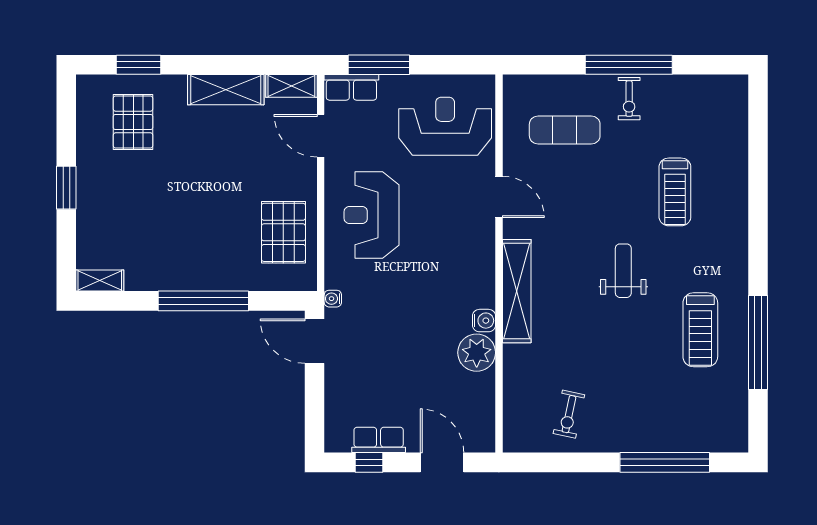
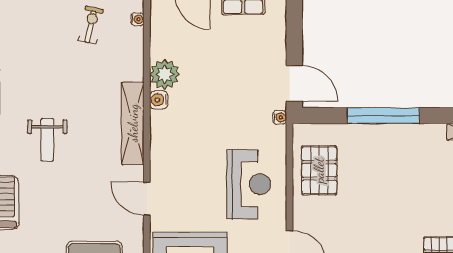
water cooler: (511, 421) -> (138, 19), added

